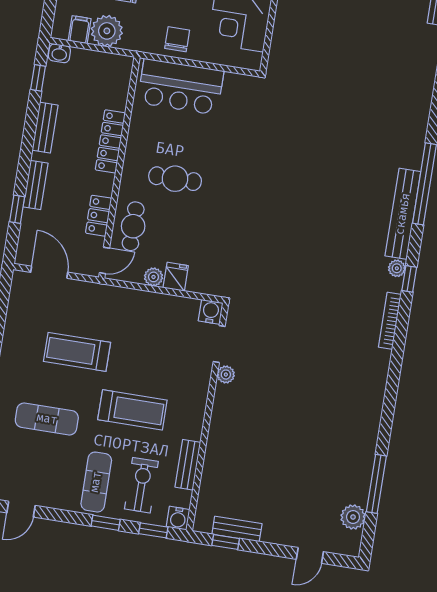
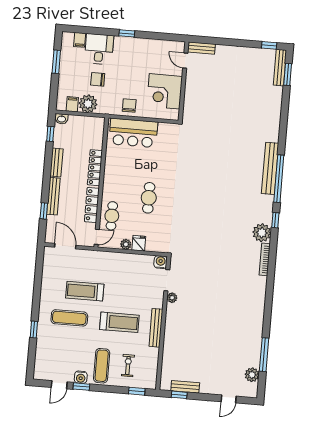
cafe table: (175, 179) -> (149, 198), moved, turned 90
bench: (36, 185) -> (53, 196), width x1.36
bench: (403, 214) -> (270, 168), moved
locker: (99, 216) -> (92, 205), width x1.53
plant: (397, 268) -> (262, 233), width x1.87, depth x1.87
window: (409, 279) -> (275, 220), moved
exercise mat: (47, 419) -> (69, 318), moved
bench: (188, 465) -> (156, 328), moved, width x1.36
exercise bike: (141, 485) -> (128, 366), width x0.73, depth x0.72
water cooler: (178, 518) -> (81, 377), moved
window: (106, 523) -> (81, 387), moved

